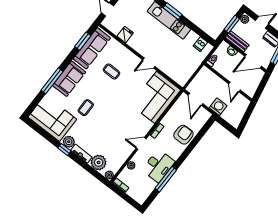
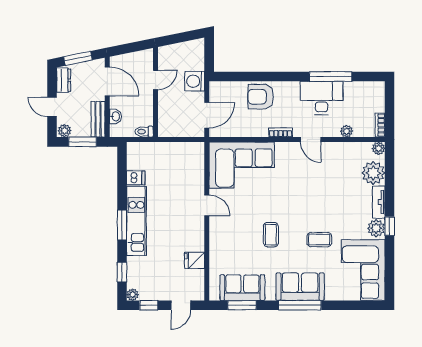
dishwasher: (200, 44) -> (136, 178), moved
sofa: (92, 48) -> (242, 288), width x0.73
coffee table: (112, 72) -> (271, 235), moved
window: (52, 81) -> (300, 305), moved

